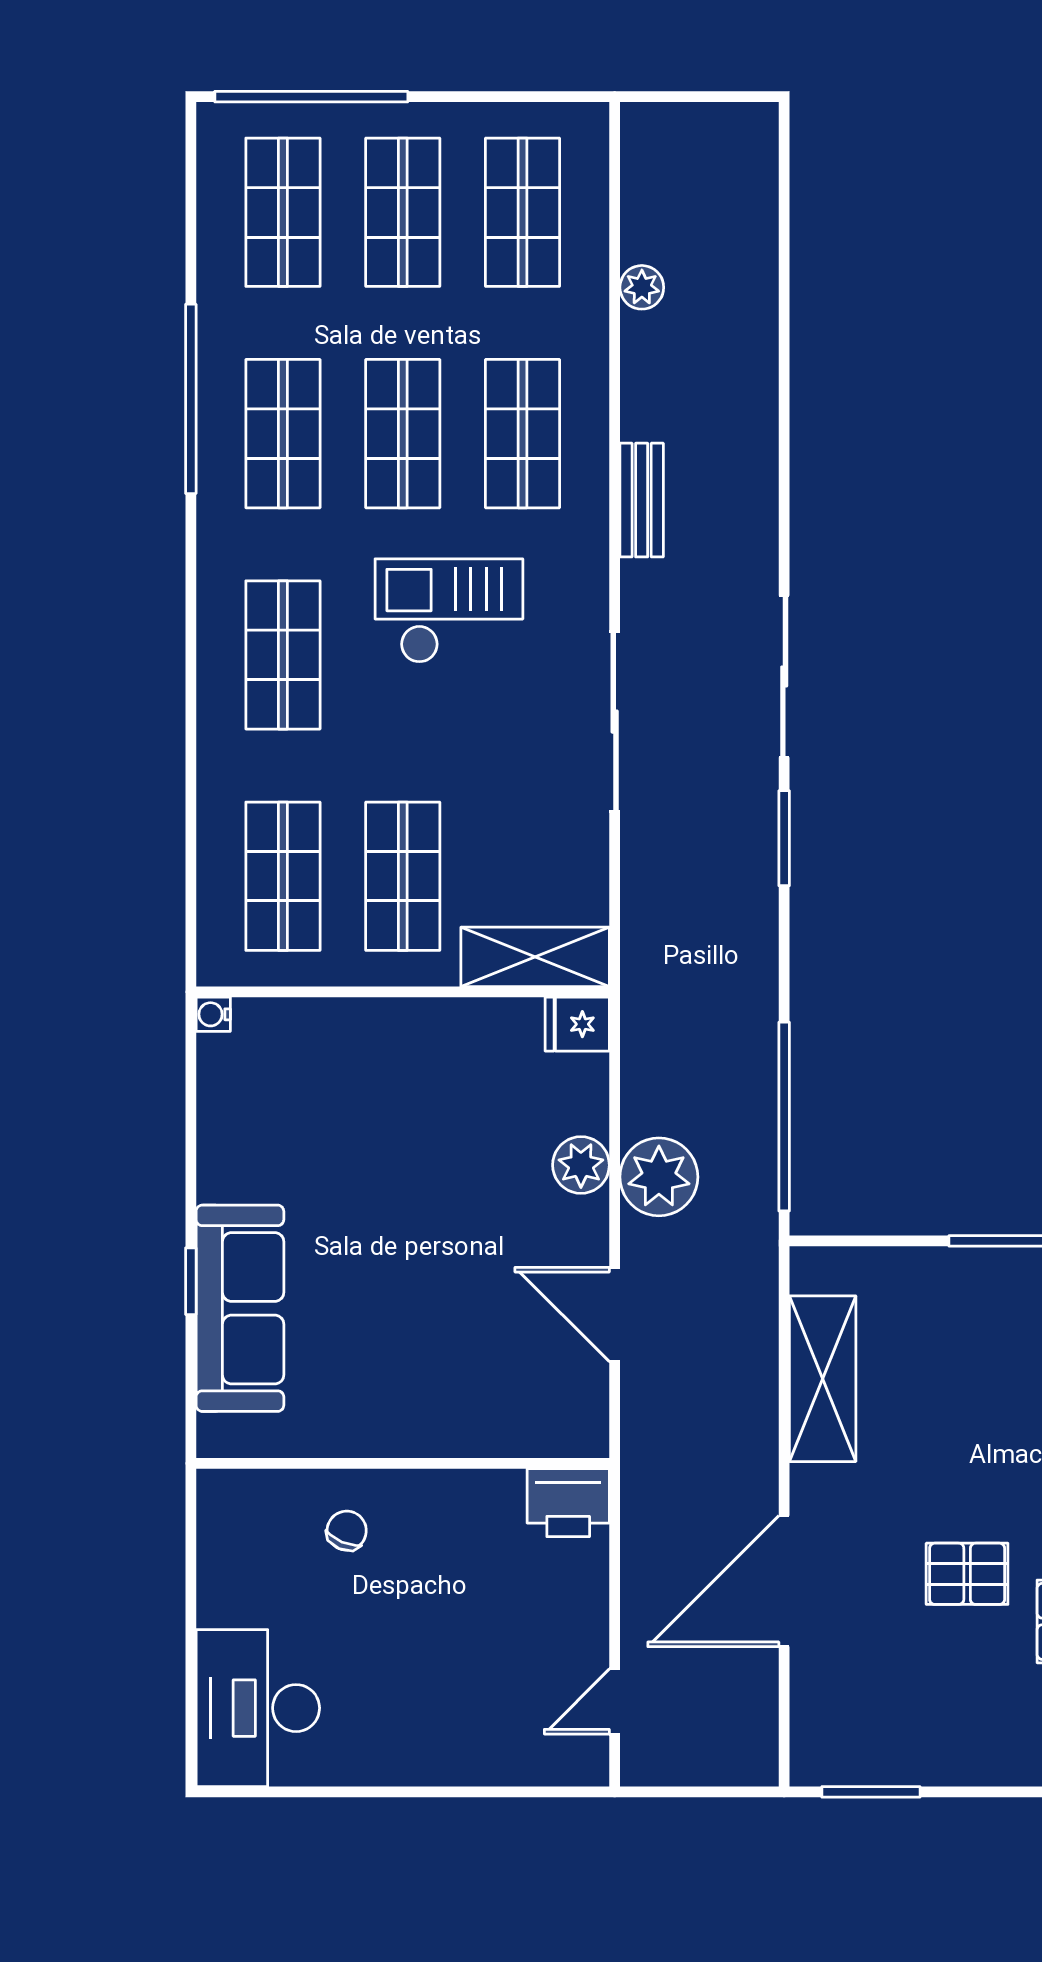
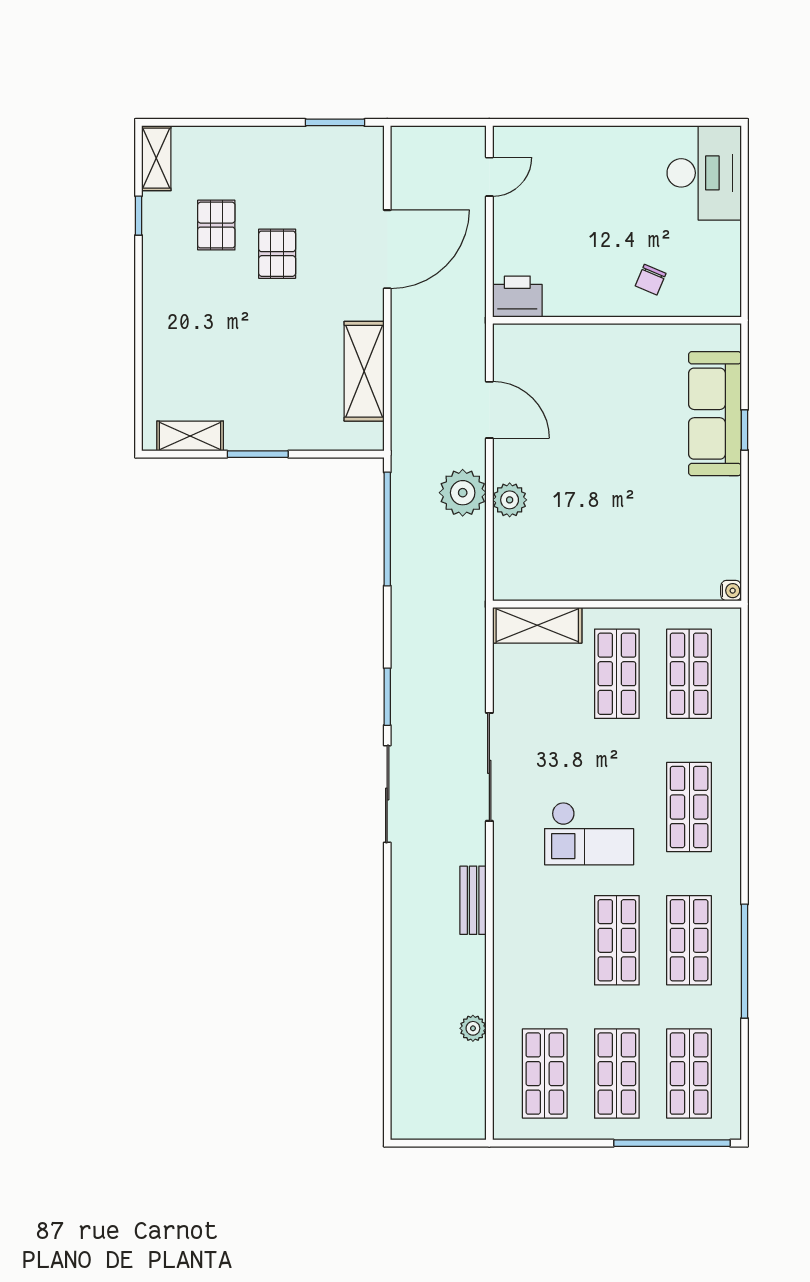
shop shelf: (523, 434) -> (545, 940), removed
fridge: (577, 1024) -> (512, 585), removed
pallet: (967, 1574) -> (277, 254), turned 90

